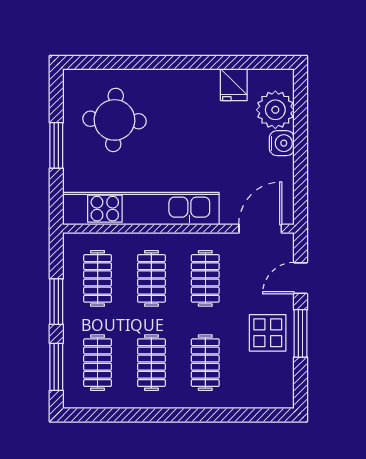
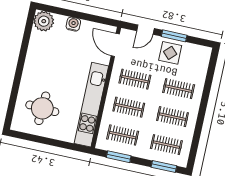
fridge: (234, 85) -> (37, 42), removed
plant: (275, 110) -> (44, 21), moved
window: (56, 145) -> (49, 141), removed
door: (301, 278) -> (145, 30), hinge flipped
window: (56, 302) -> (119, 157), moved

